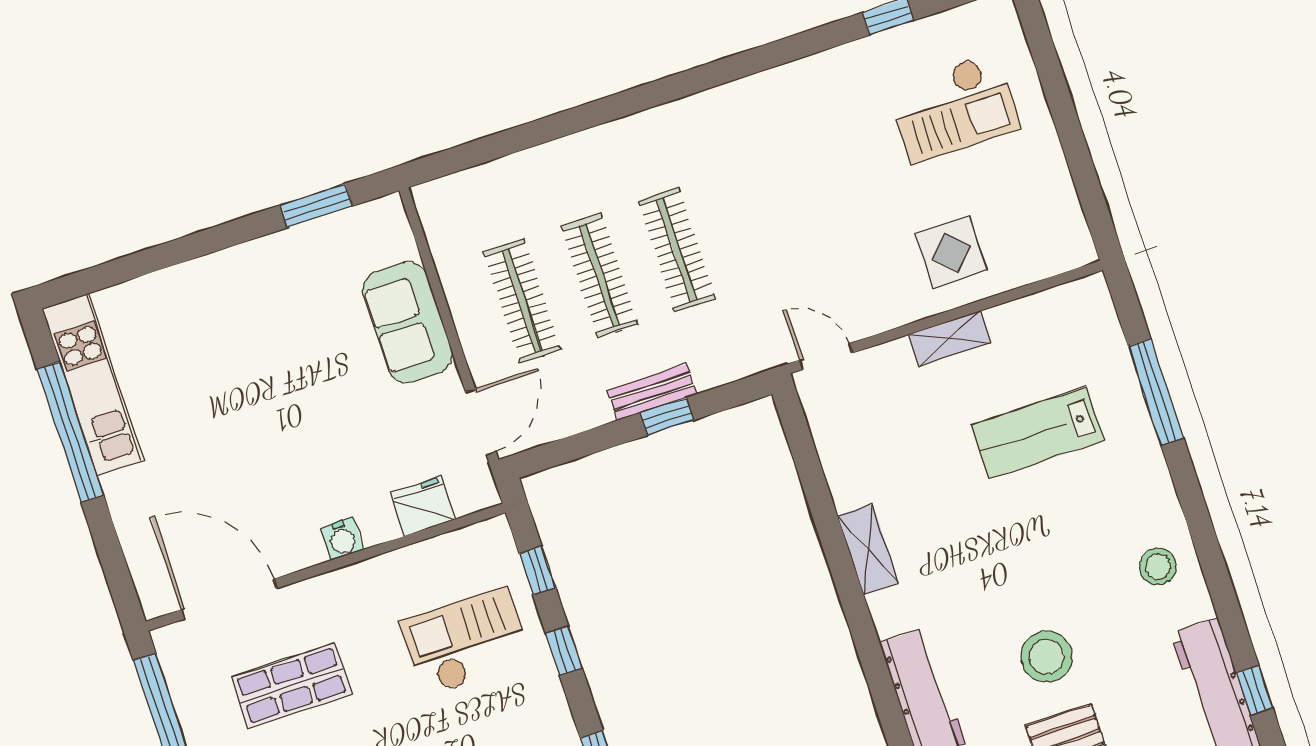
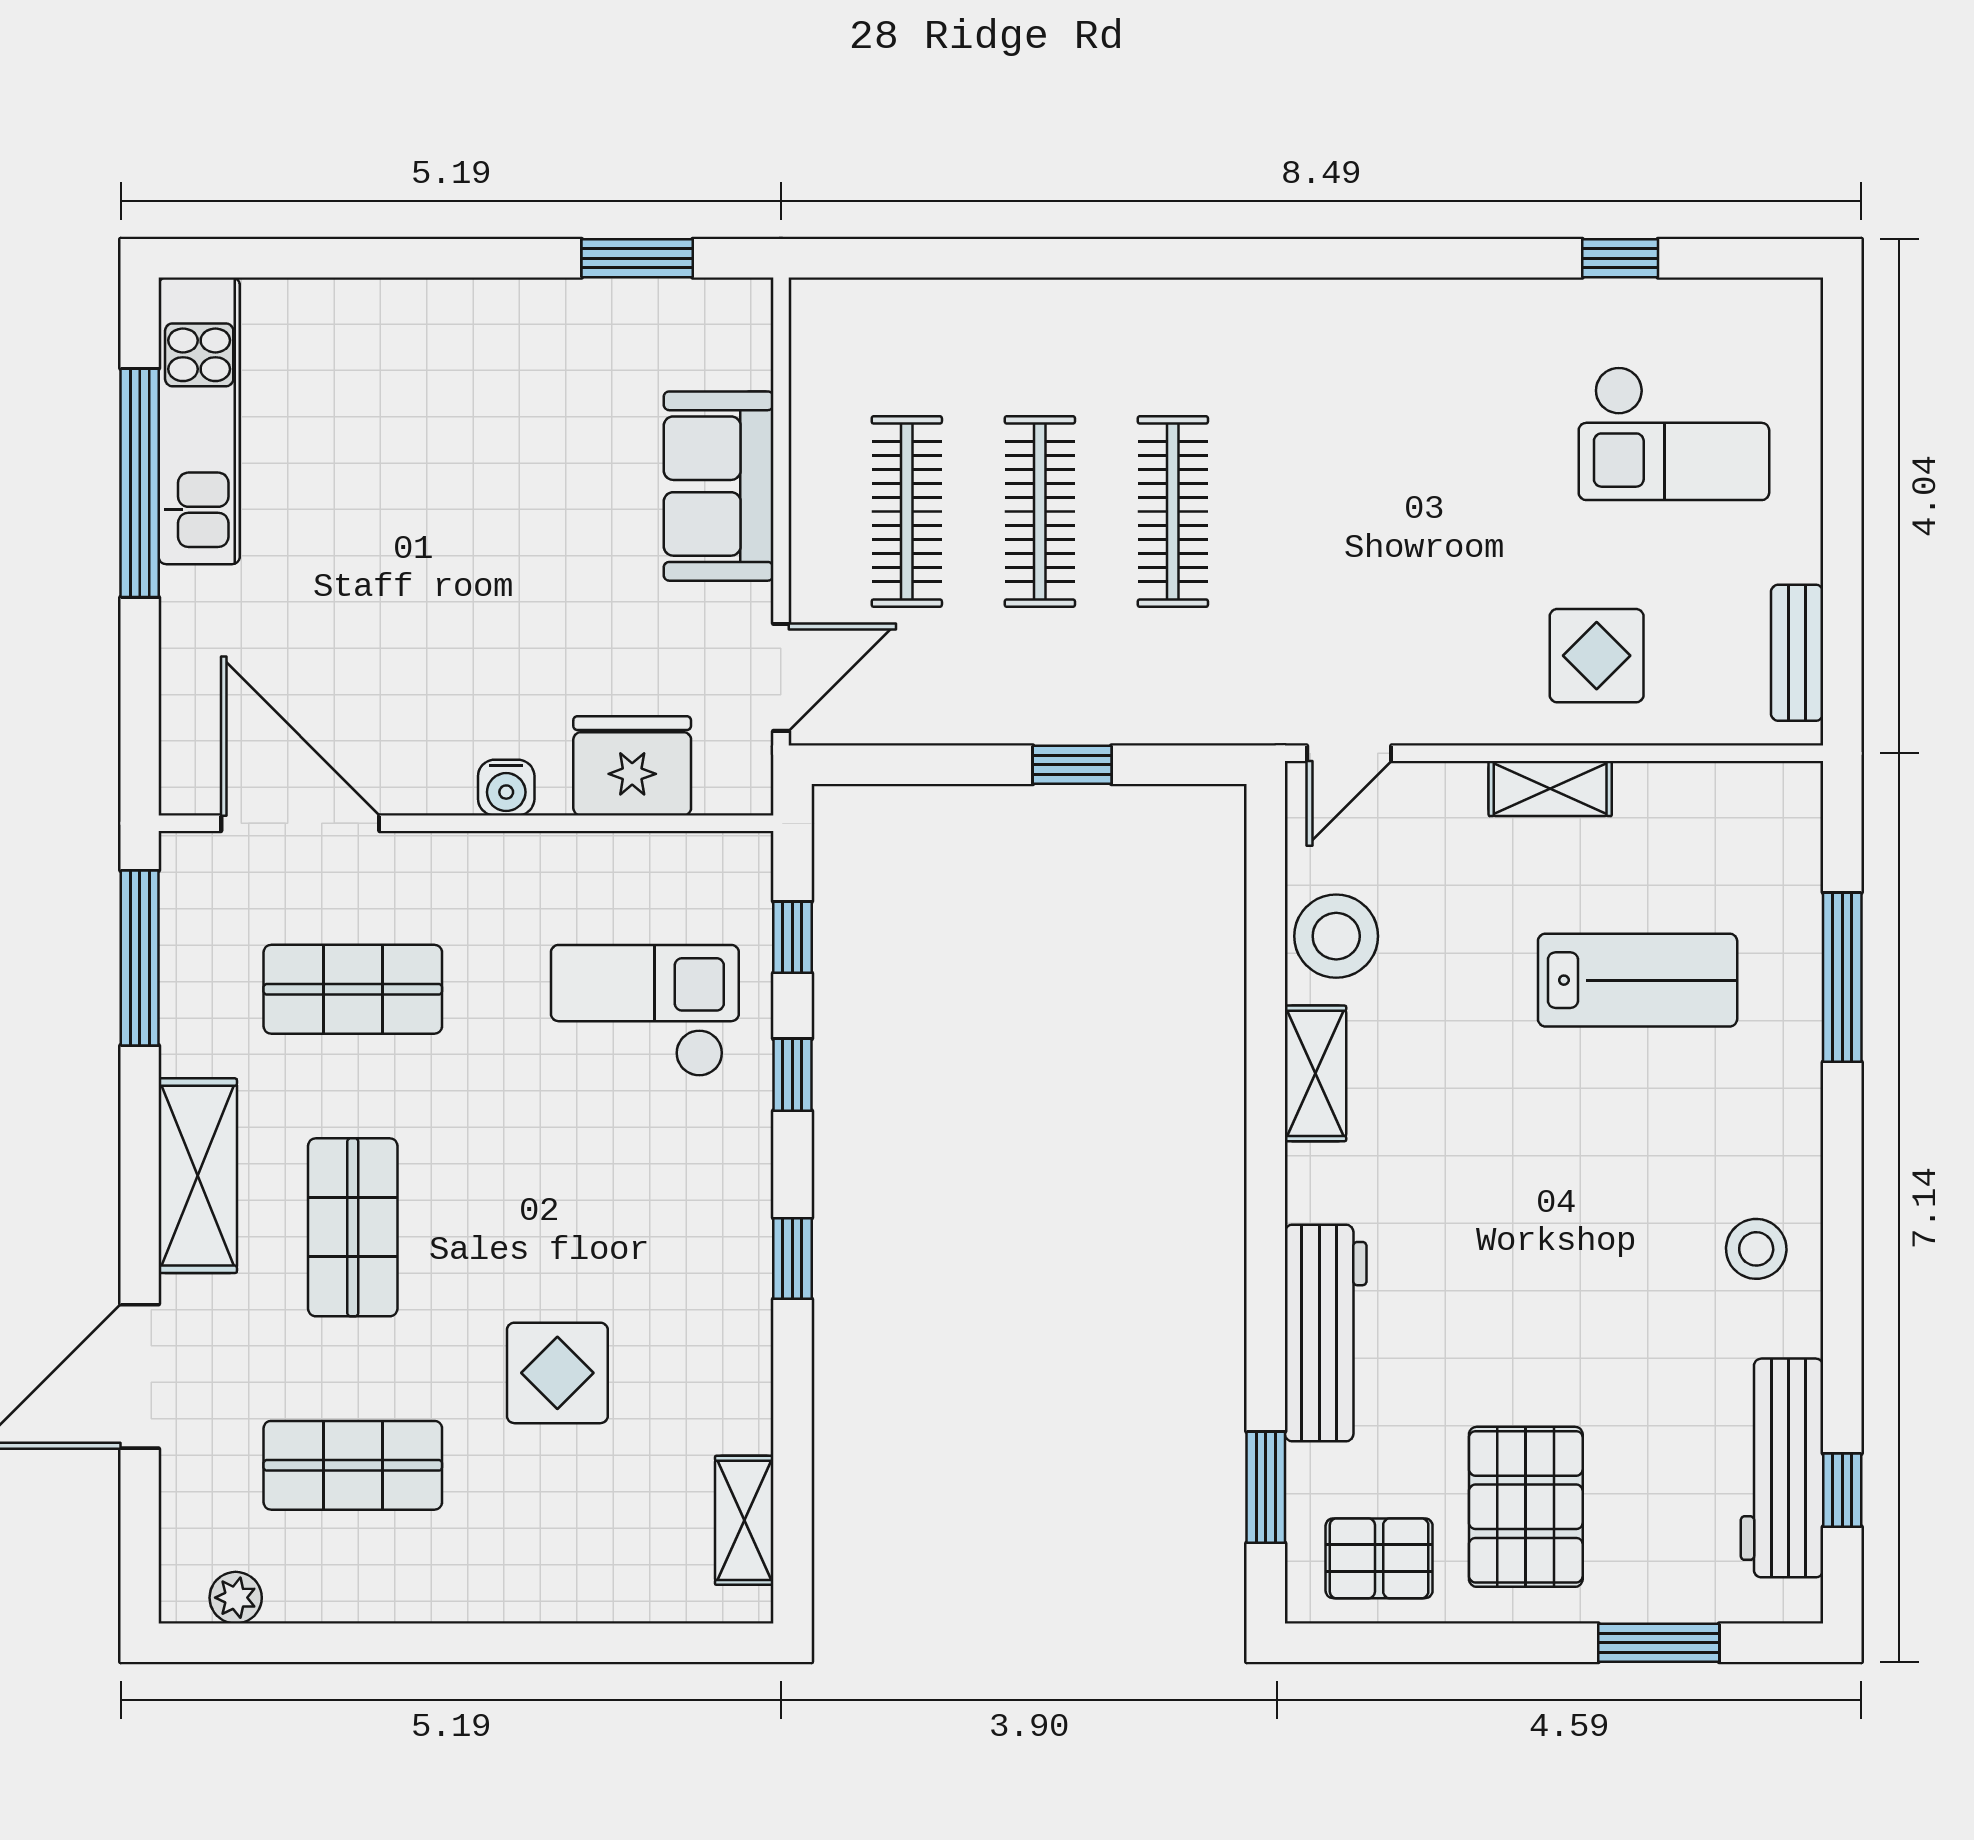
door: (826, 356) -> (1349, 753), swing flipped
bench: (652, 392) -> (1797, 653), moved, turned 90
lab bench: (1037, 433) -> (1638, 980), turned 180
fridge: (423, 506) -> (632, 766), width x1.36, depth x1.34
stool: (1047, 657) -> (1336, 936), moved

